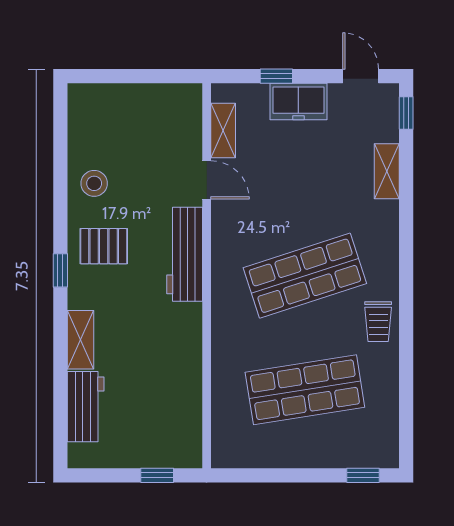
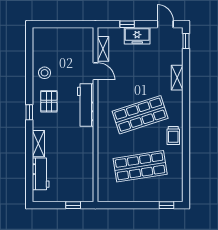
shelving: (387, 171) -> (177, 78), moved
pallet: (104, 246) -> (49, 101), turned 90

